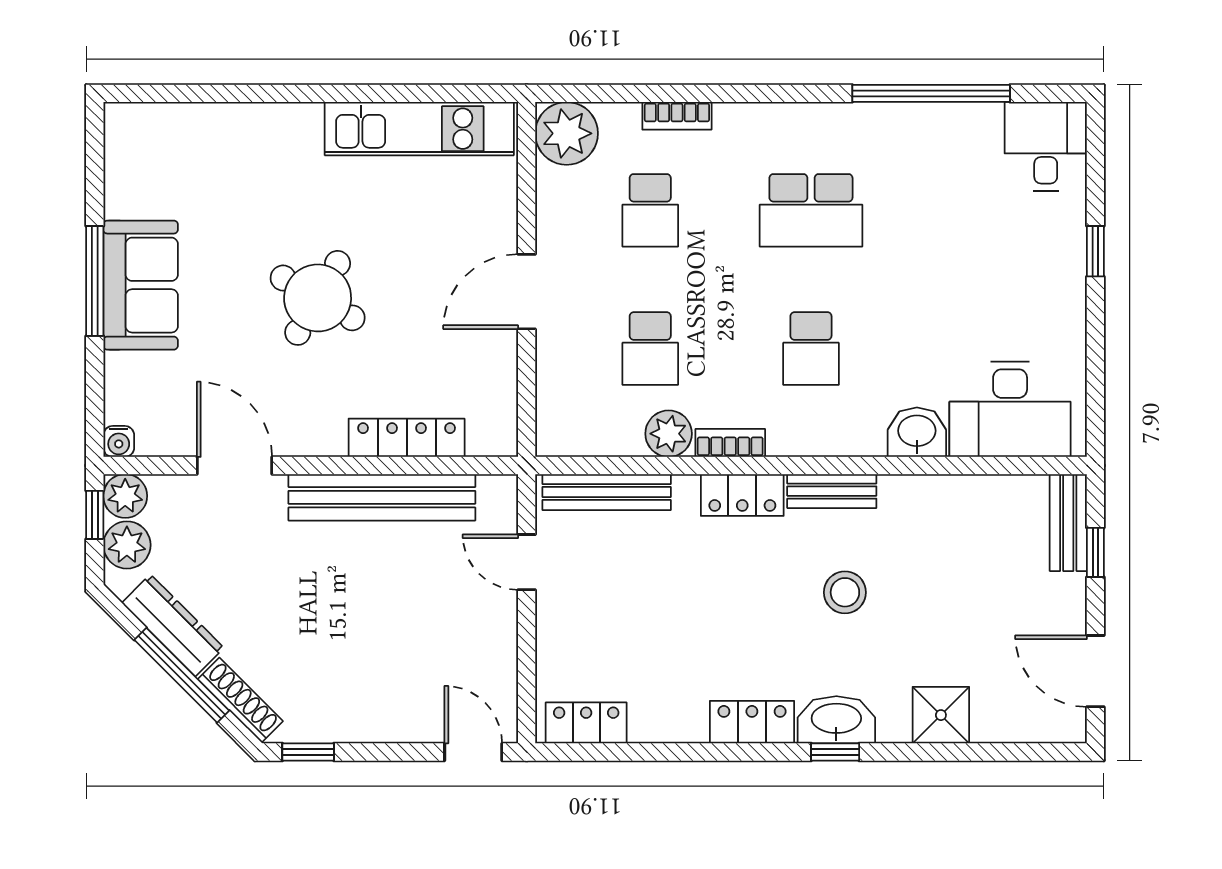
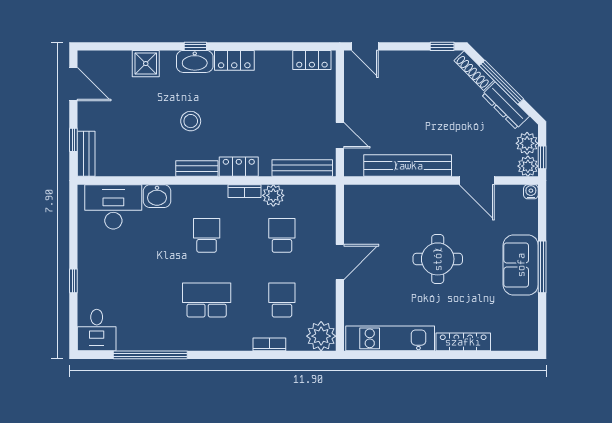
round table: (318, 298) -> (438, 259), turned -30
locker: (407, 438) -> (463, 342), moved, turned 180

